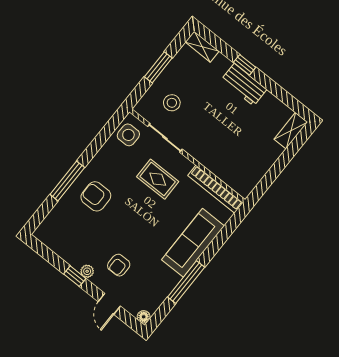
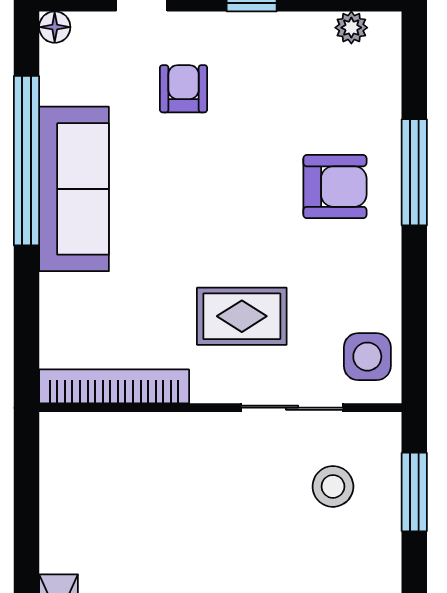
window: (158, 67) -> (414, 492), moved
sofa: (193, 243) -> (74, 189), moved
plant: (87, 271) -> (351, 28), moved
window: (186, 282) -> (26, 161), width x1.46

